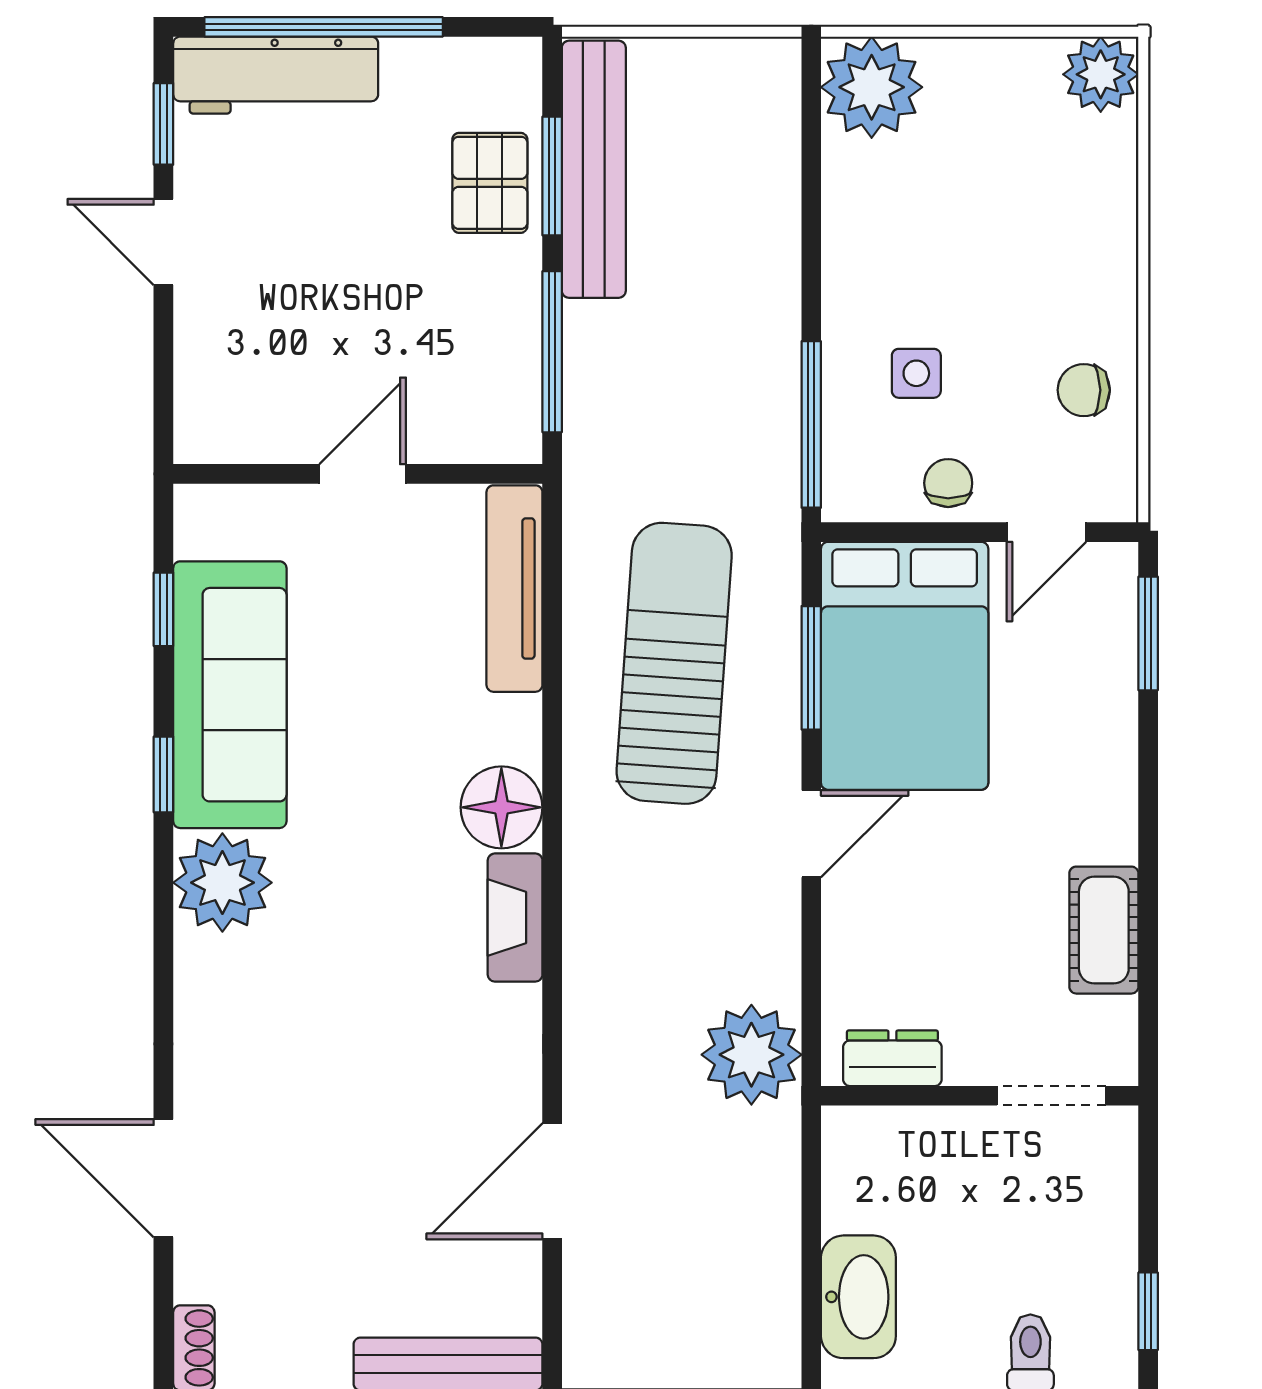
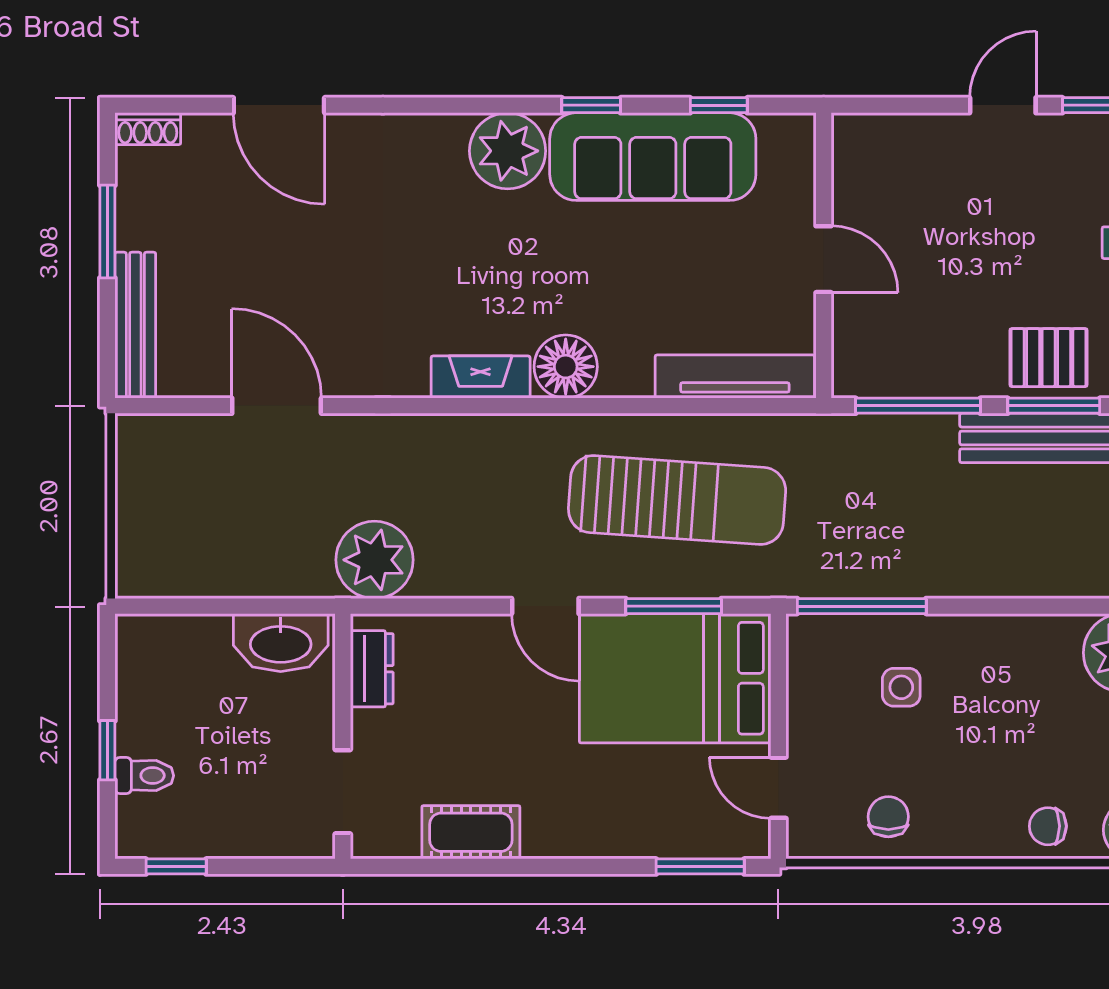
chair: (948, 483) -> (1048, 826), moved, turned 180
door: (163, 1178) -> (279, 105), swing flipped
washbasin: (858, 1297) -> (281, 643), moved

